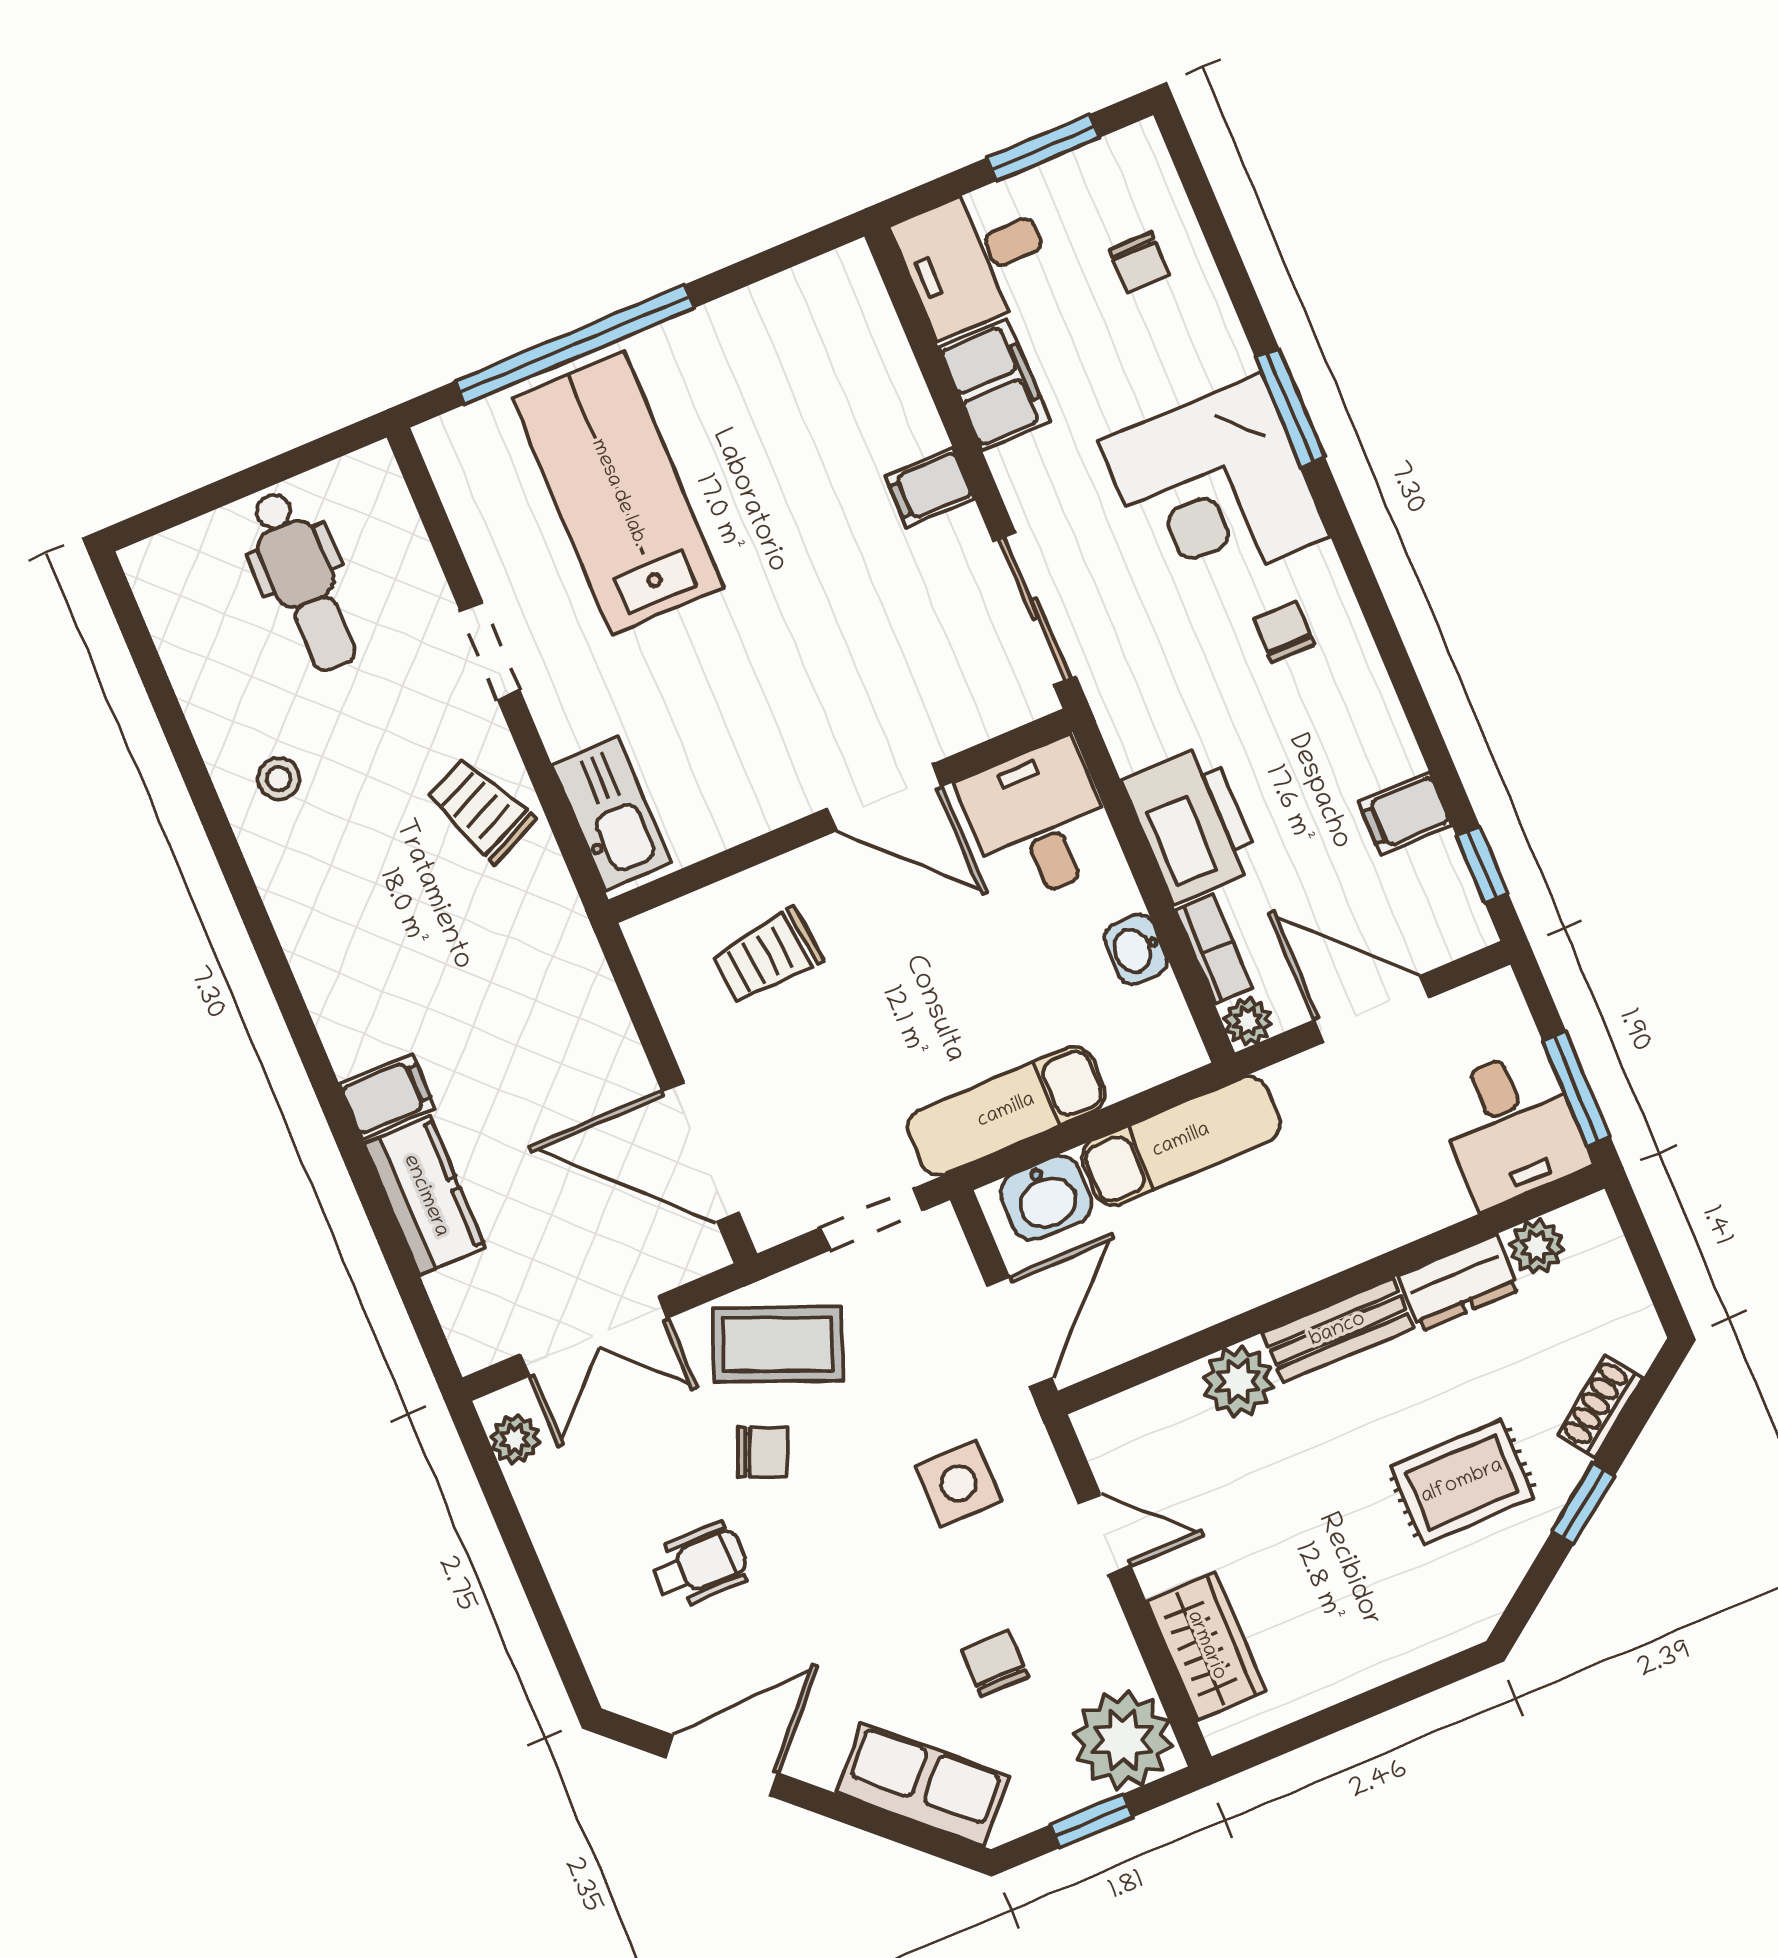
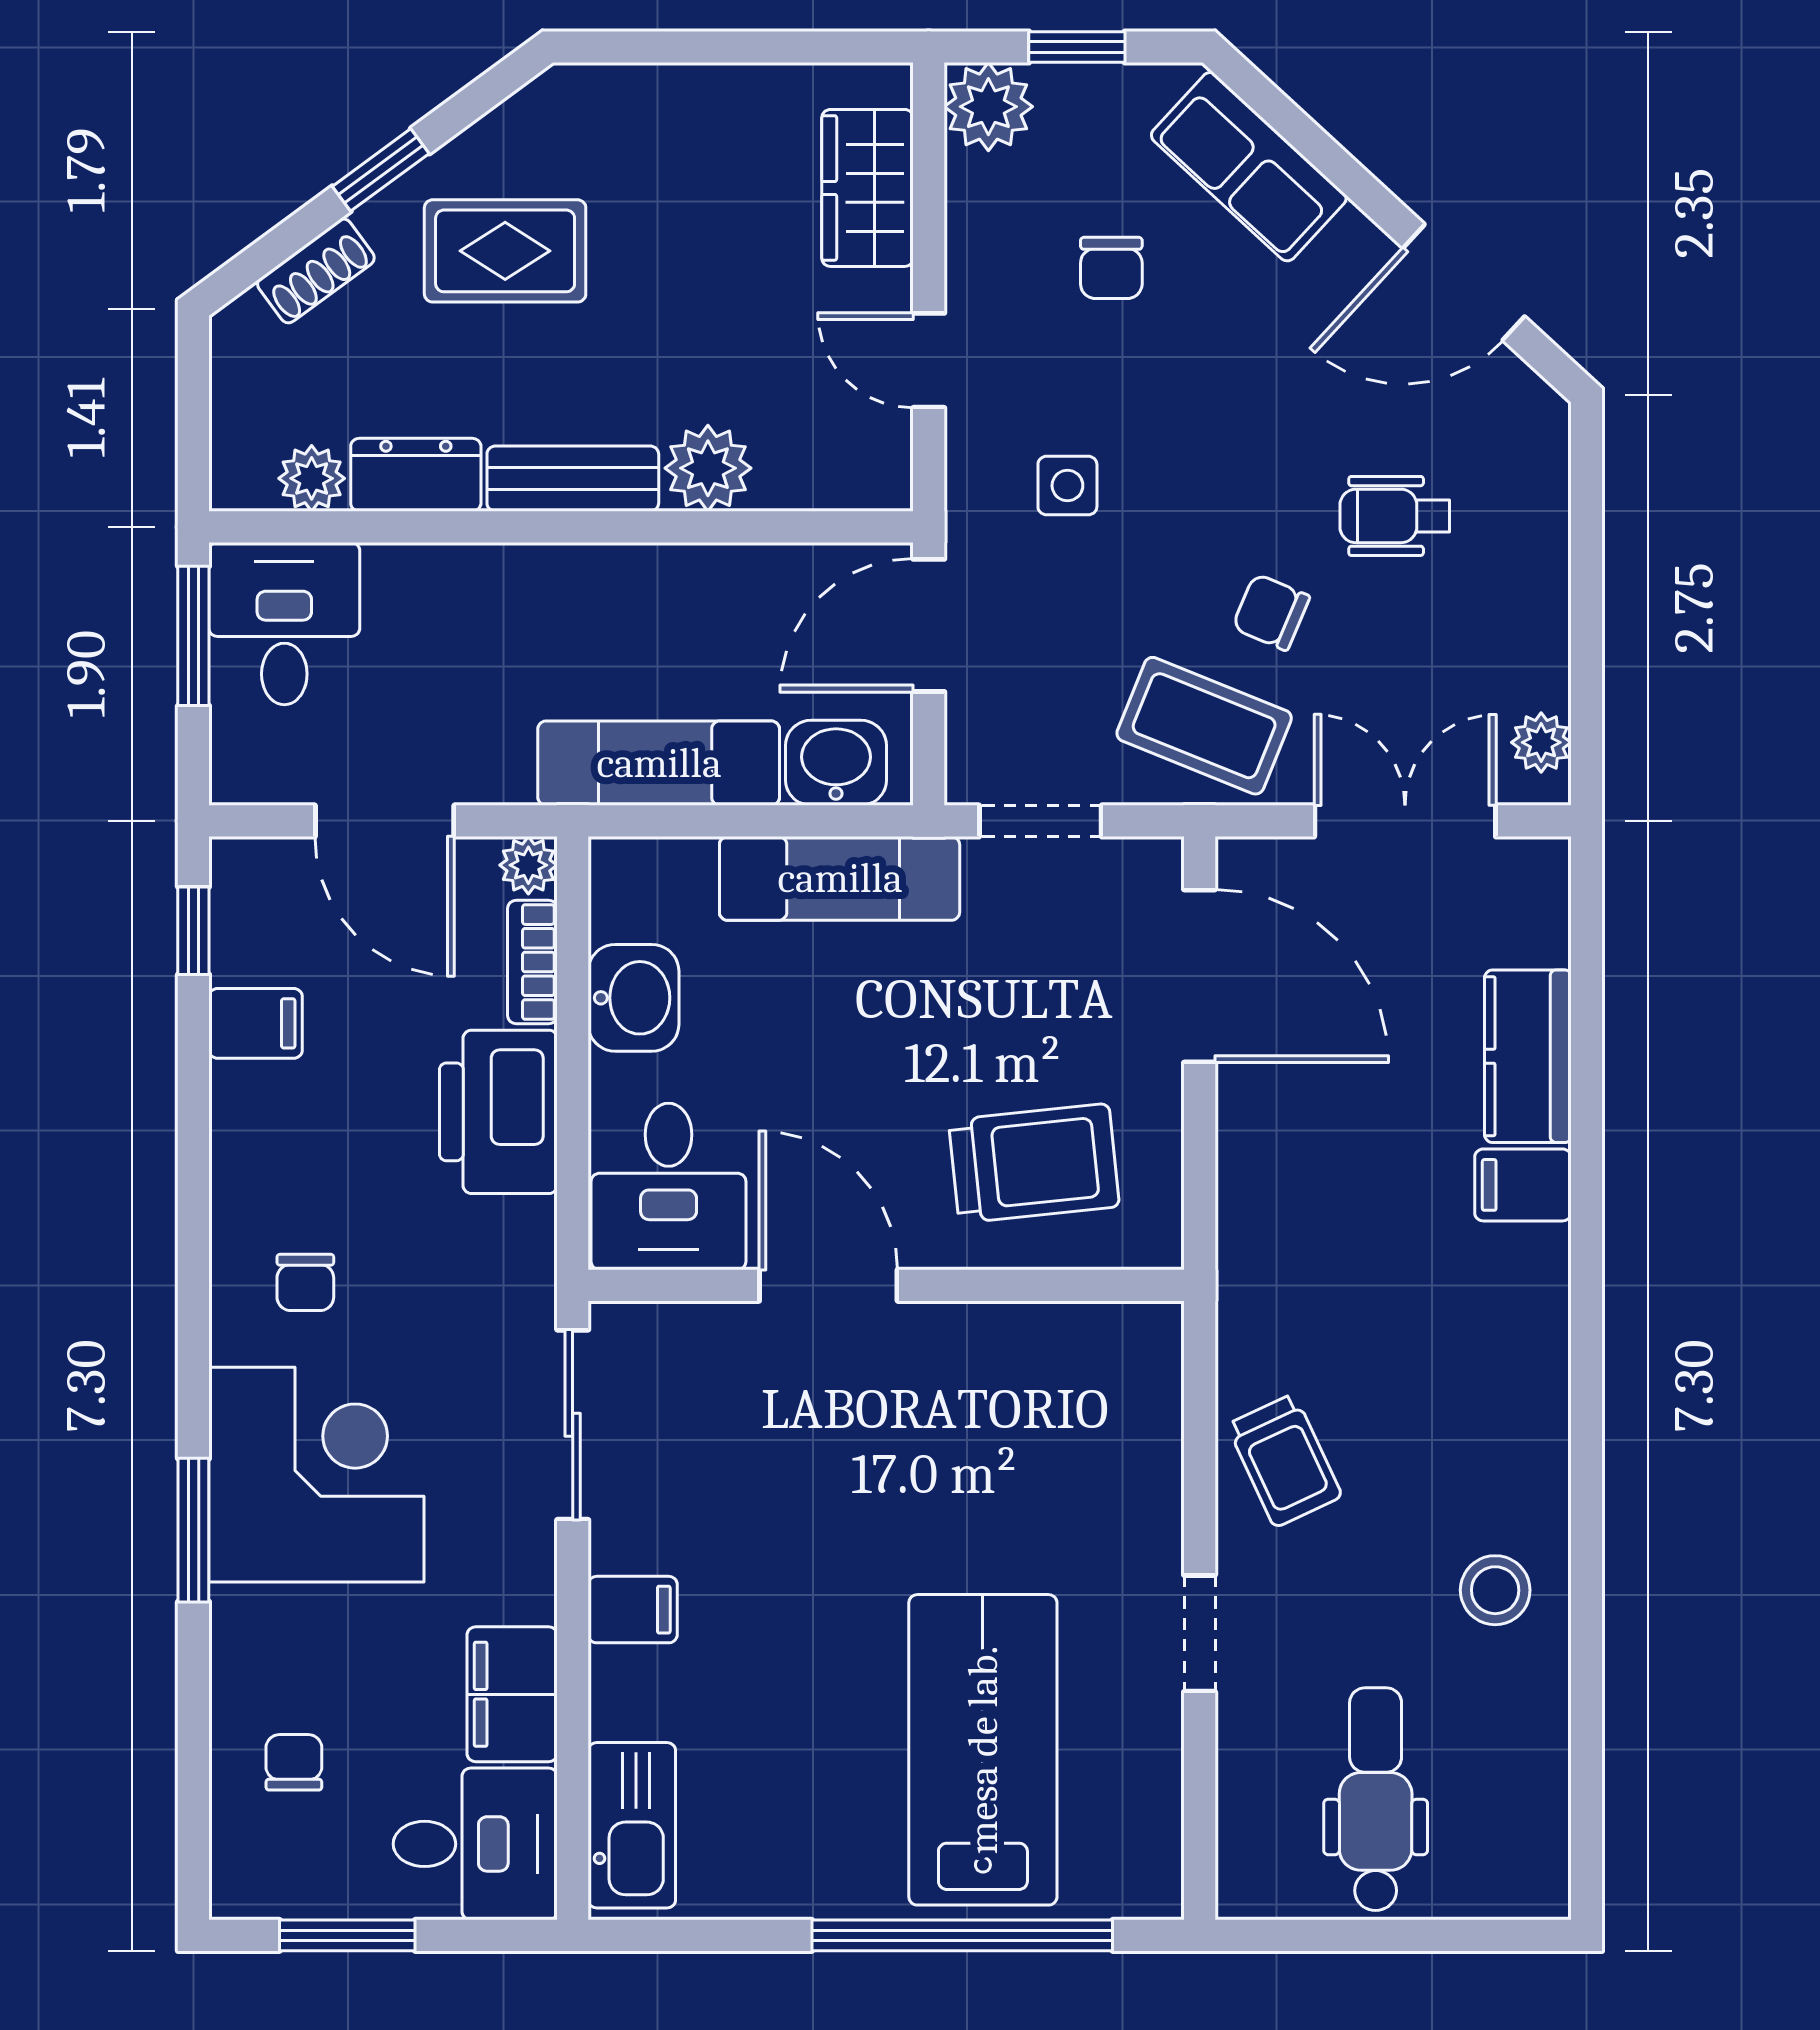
lab bench: (618, 493) -> (983, 1750), turned 180
stool: (279, 779) -> (1495, 1590), width x1.37, depth x1.37
kitchen sink: (611, 813) -> (632, 1825), moved, turned 180
washbasin: (1136, 949) -> (633, 998), width x1.38, depth x1.45
trolley: (767, 956) -> (1034, 1163), width x1.36, depth x1.39
side table: (959, 1483) -> (1067, 486), width x0.73, depth x0.73
plant: (1123, 1740) -> (988, 107), width x0.73, depth x0.73

